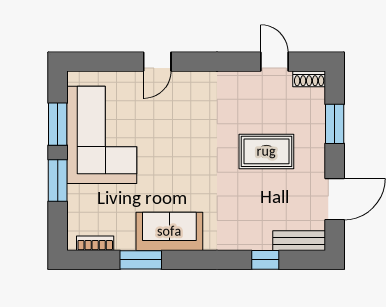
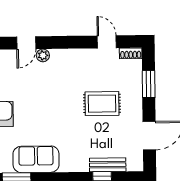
plant: (181, 80) -> (43, 55), added
bench: (299, 241) -> (108, 165), moved

